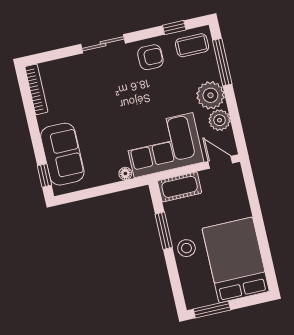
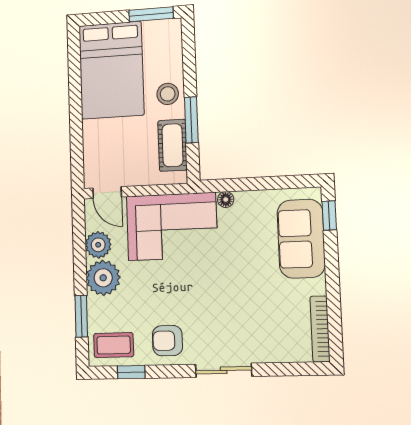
window: (222, 62) -> (81, 316), width x0.69
cot: (180, 187) -> (172, 145), moved, turned 90

